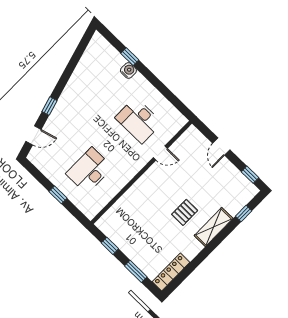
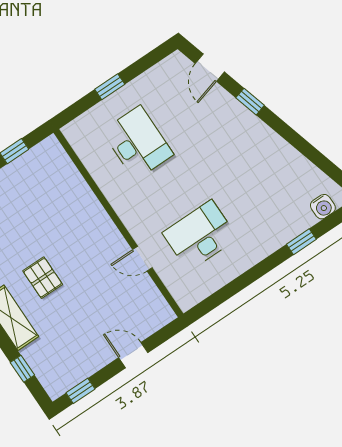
water cooler: (128, 70) -> (323, 207), moved
door: (160, 153) -> (142, 259), hinge flipped

